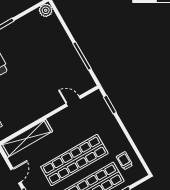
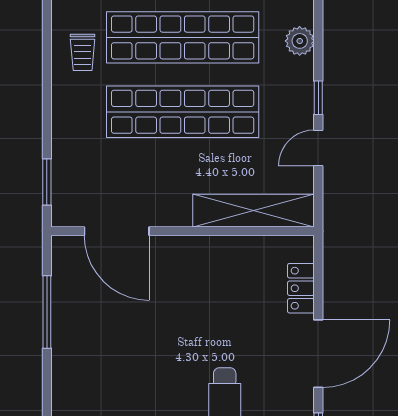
door: (73, 101) -> (117, 231), width x1.87

